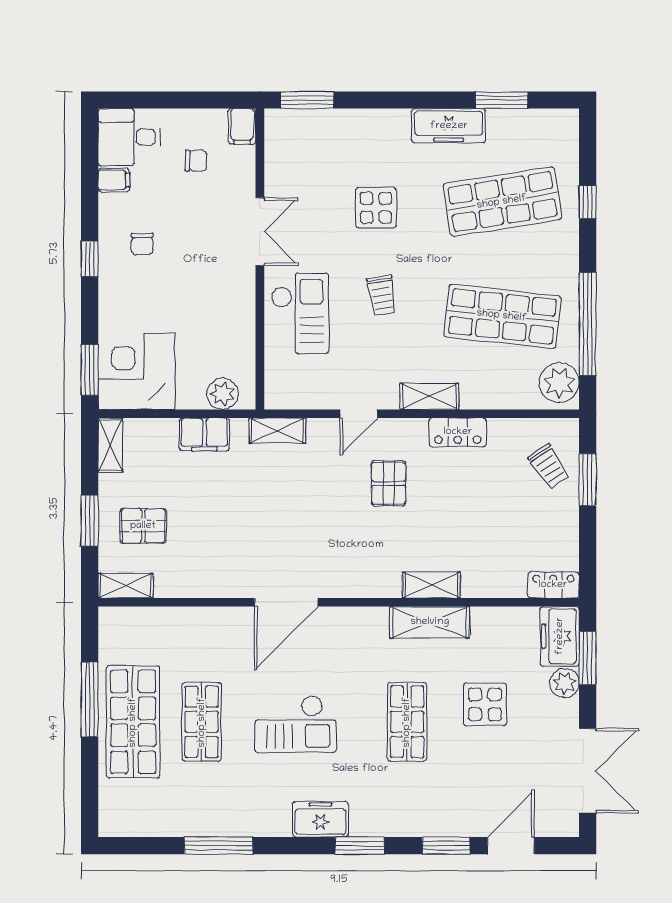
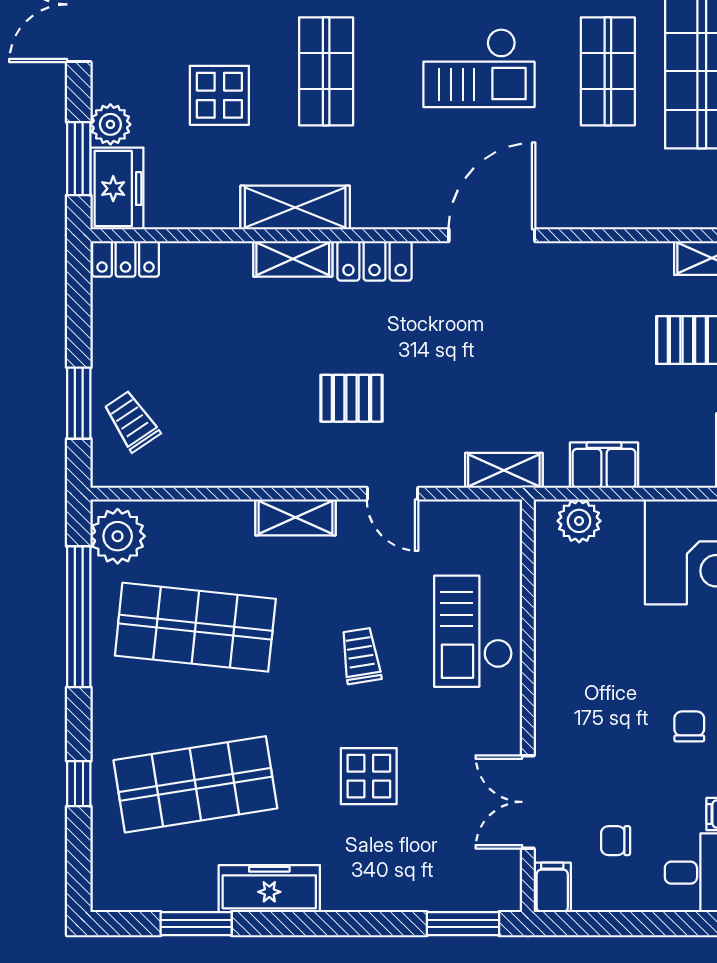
double door: (260, 232) -> (528, 802), moved
door: (359, 414) -> (392, 494), swing flipped
locker: (458, 432) -> (375, 261), moved, turned 180
pallet: (389, 483) -> (352, 398), turned 90
checkout: (296, 724) -> (479, 68), turned 180

